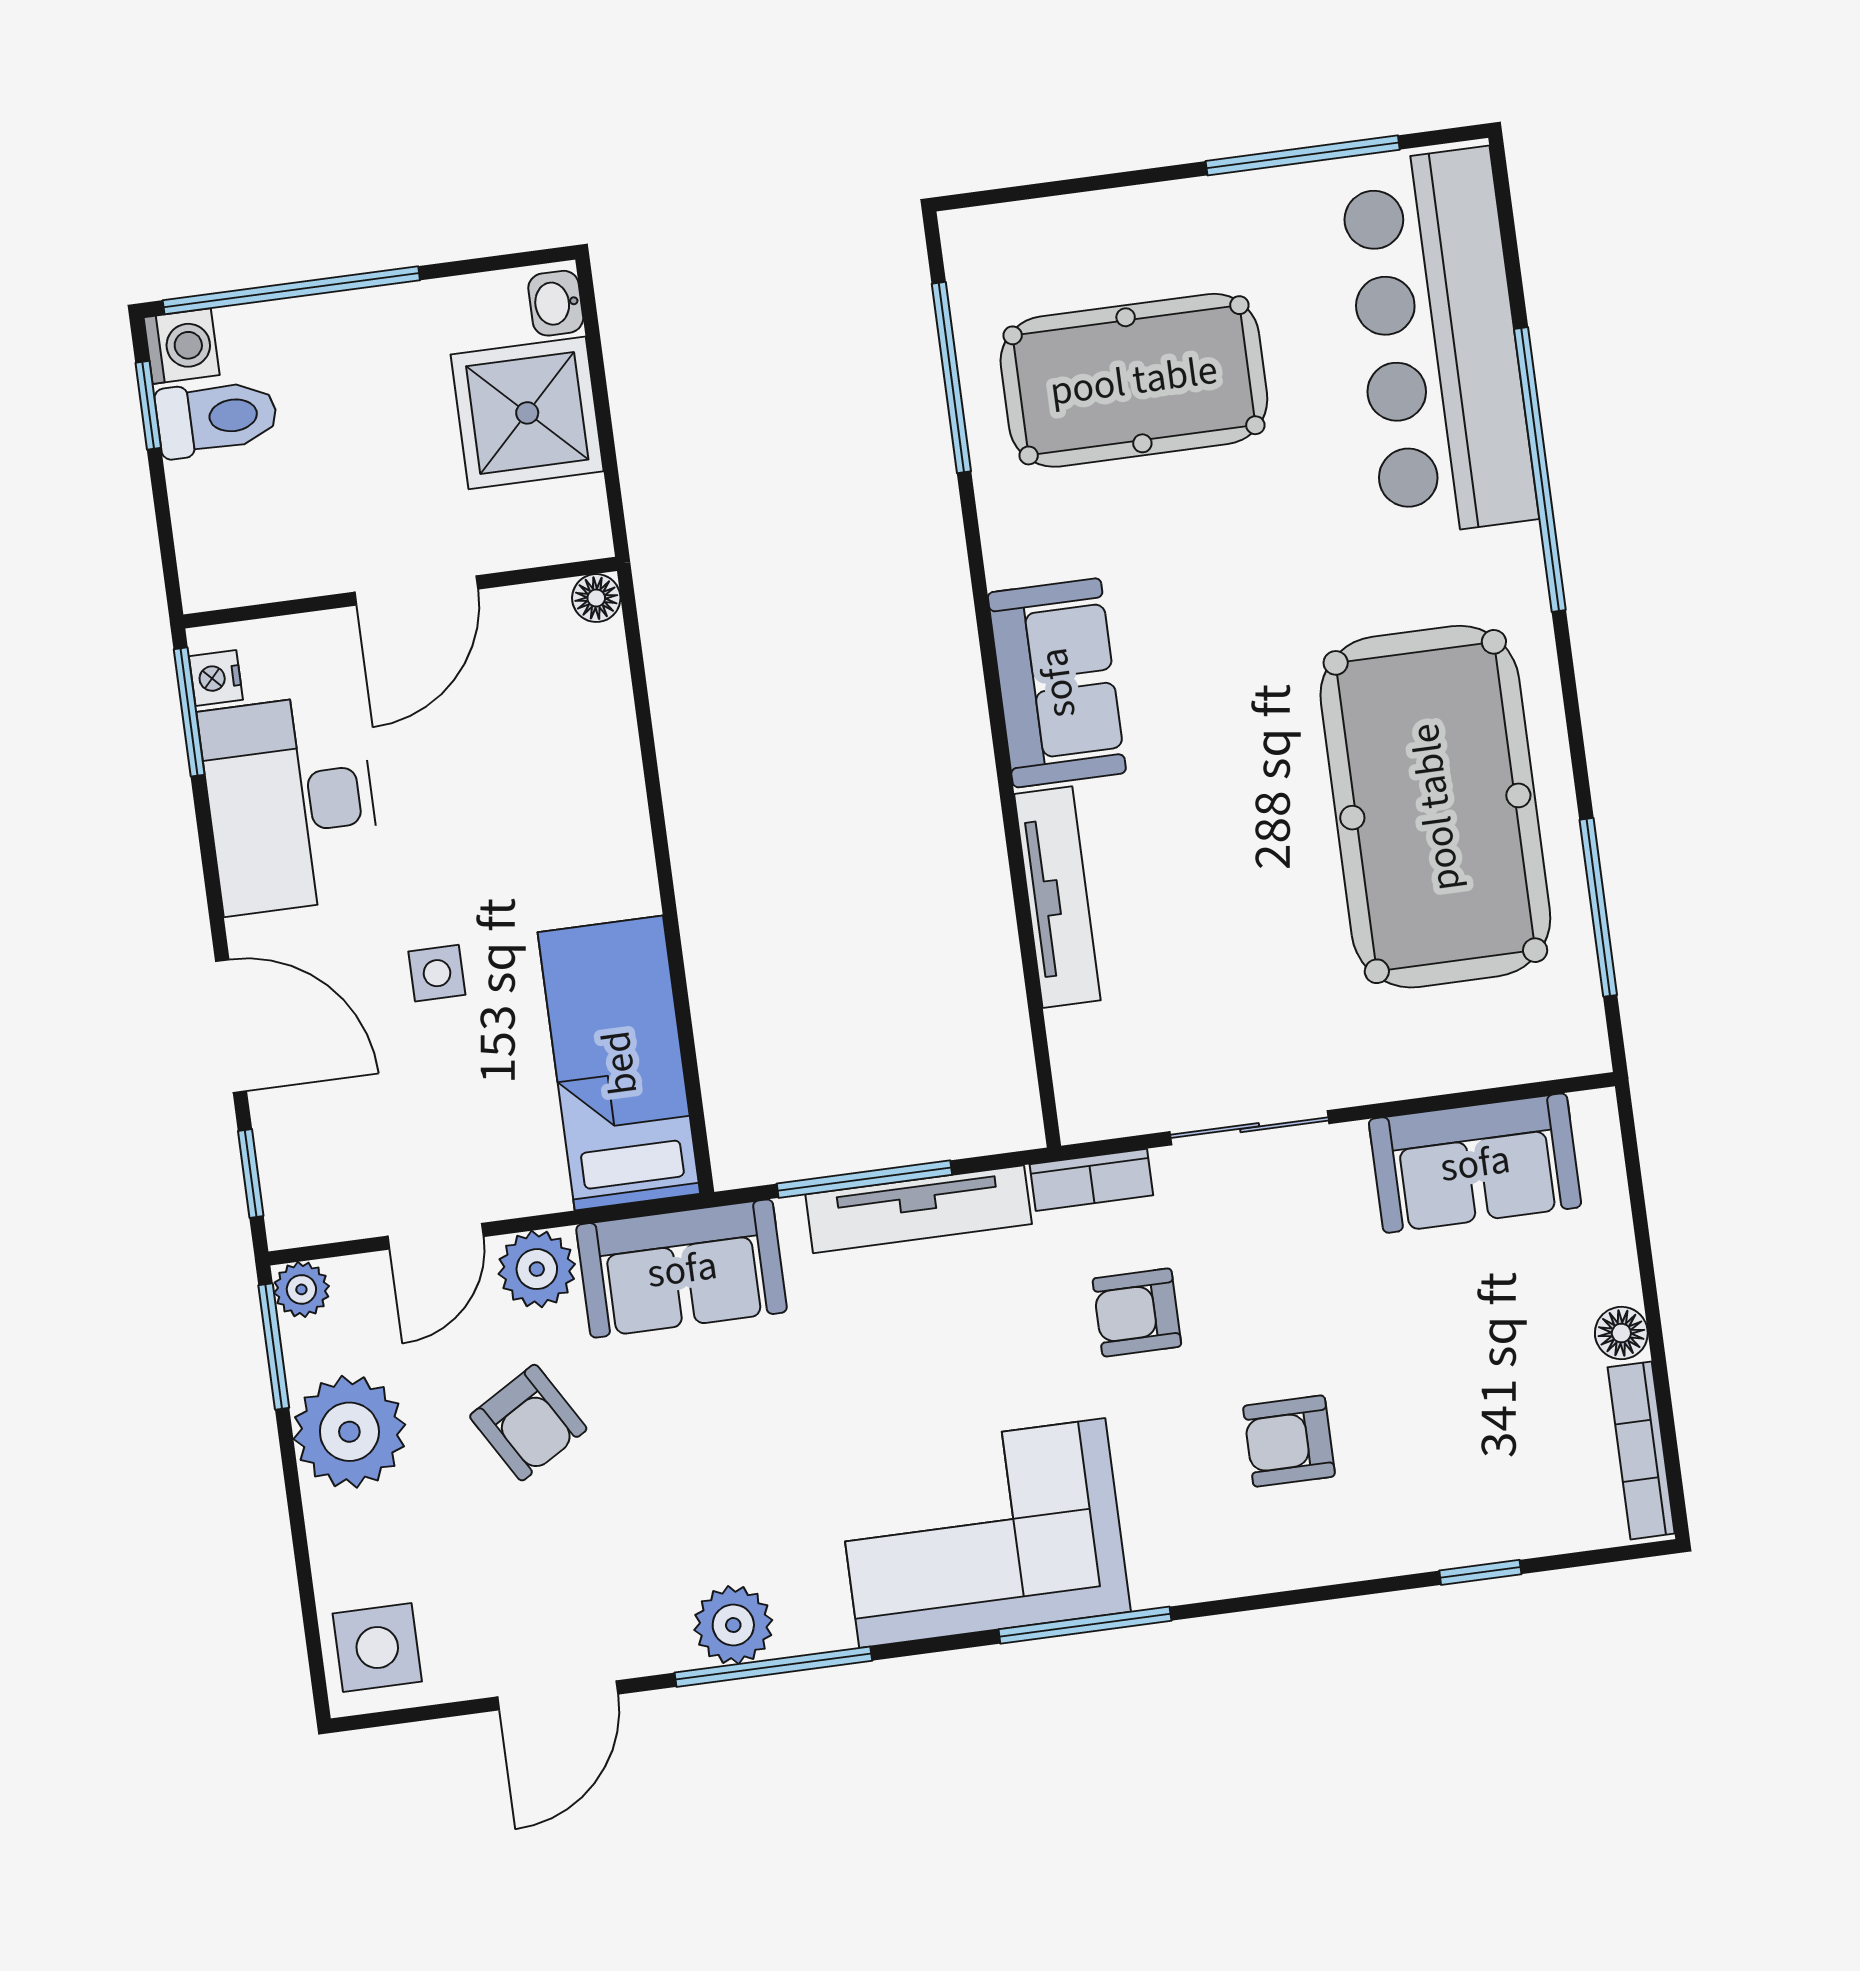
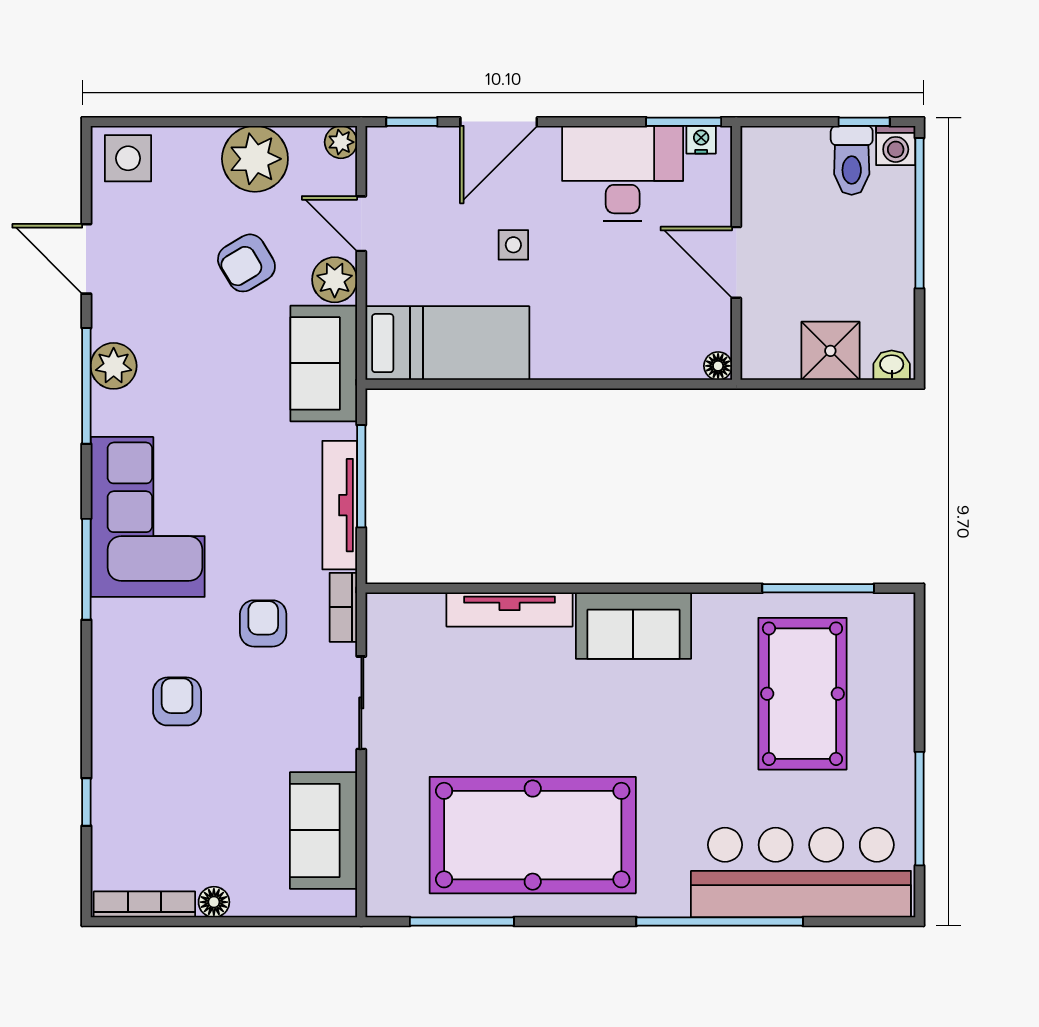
shower: (527, 413) -> (830, 351), width x0.73, depth x0.73
window: (274, 1347) -> (310, 122), removed

